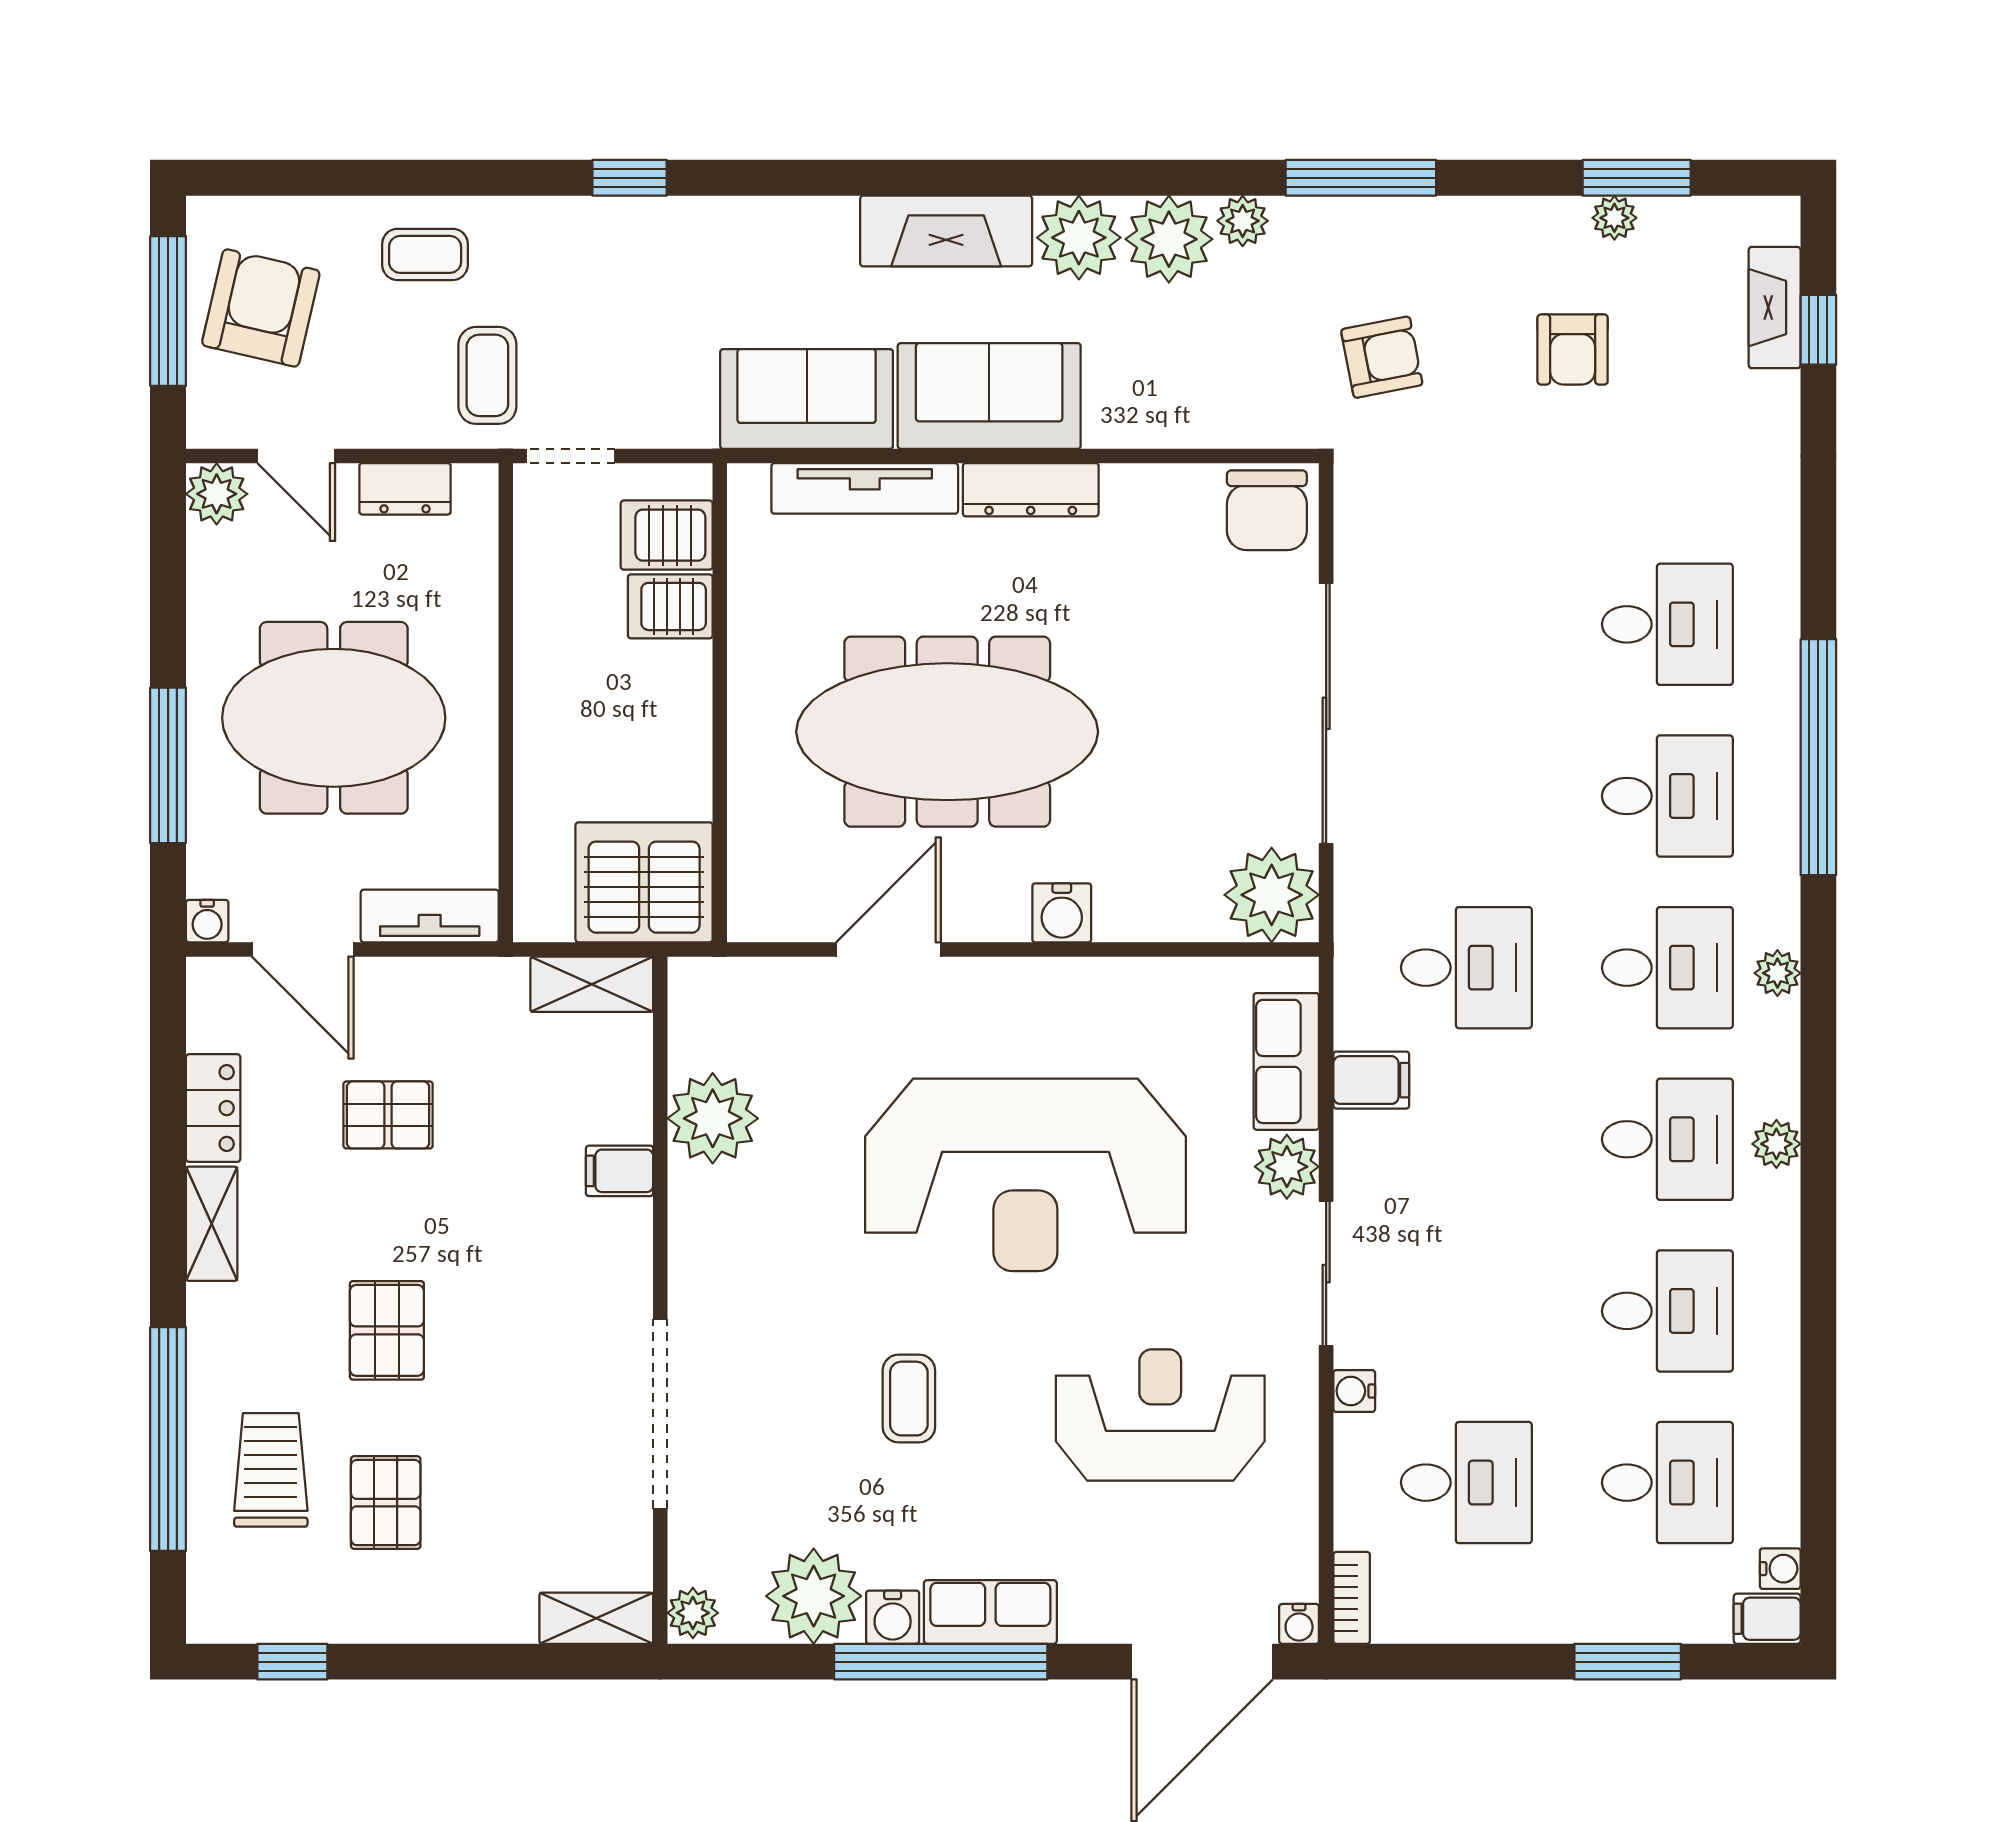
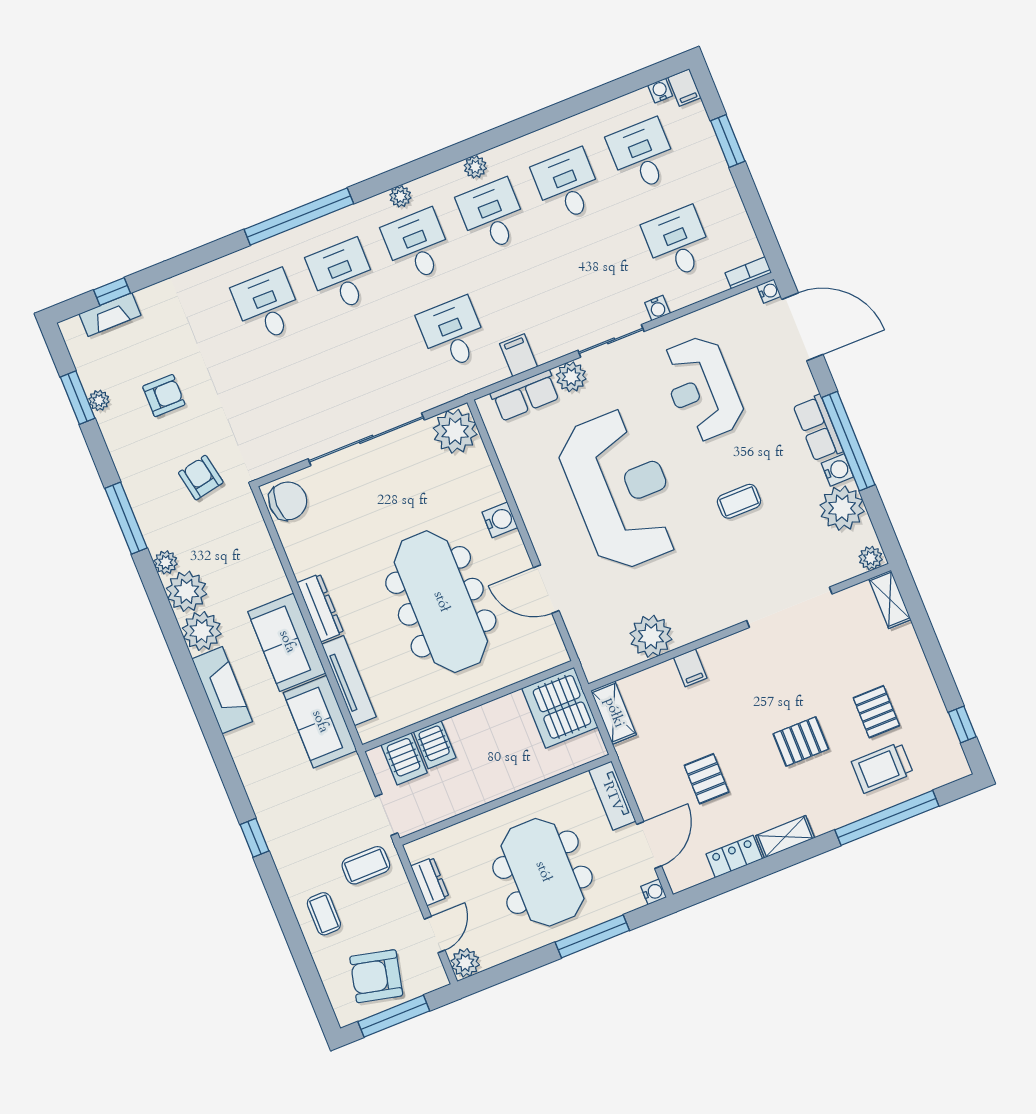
pallet: (386, 1503) -> (876, 712), turned 90

